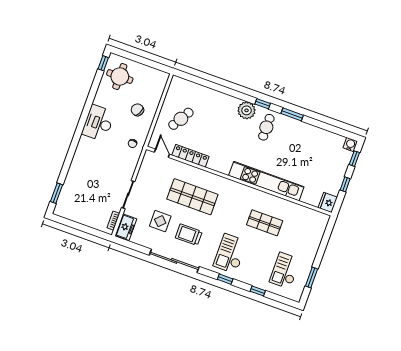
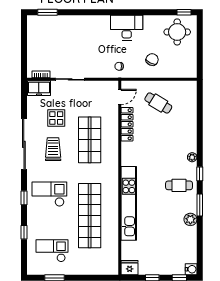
plant: (247, 110) -> (192, 157), width x0.53, depth x0.53
plant: (303, 128) -> (190, 219), added
shop shelf: (265, 223) -> (90, 216), width x2.00, depth x1.36

